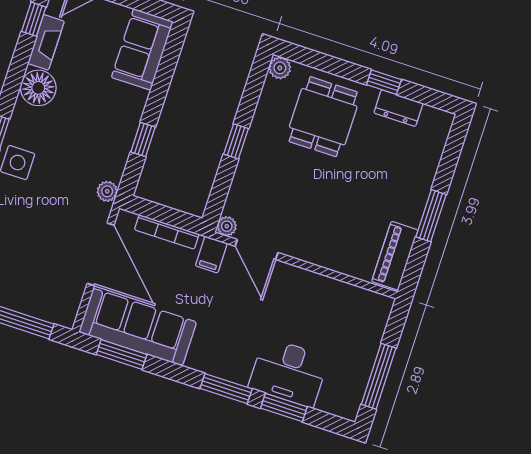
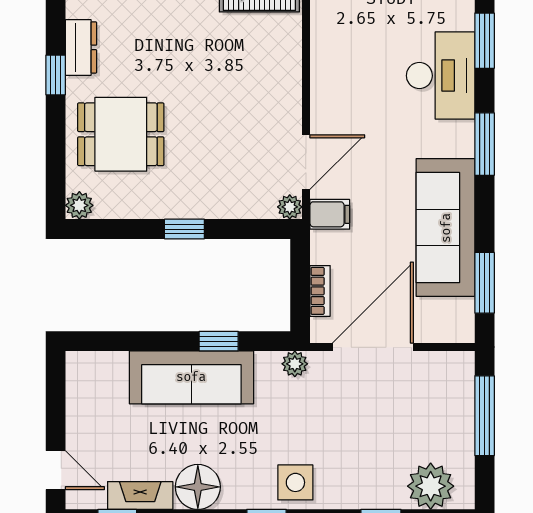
sofa: (142, 49) -> (191, 377), moved, width x1.36
bookcase: (167, 232) -> (320, 291), width x0.64
sofa: (138, 327) -> (446, 228), moved
window: (284, 408) -> (485, 41), moved

